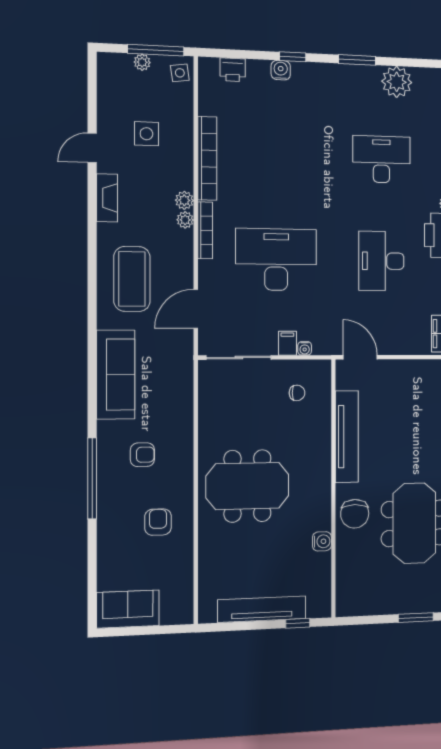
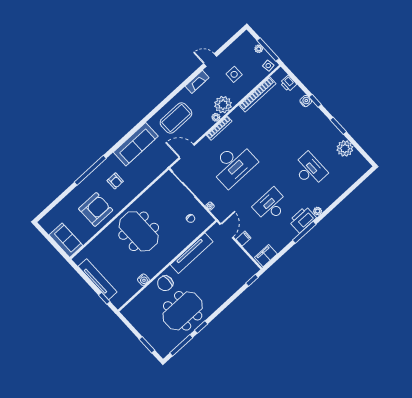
bookcase: (207, 158) -> (257, 94), moved
plant: (184, 200) -> (223, 105), width x1.87, depth x1.87
desk: (276, 260) -> (233, 165), turned 90
filing cabinet: (287, 343) -> (244, 239), moved
armchair: (158, 522) -> (96, 209), width x1.88, depth x1.88
sofa: (128, 609) -> (66, 240), moved

